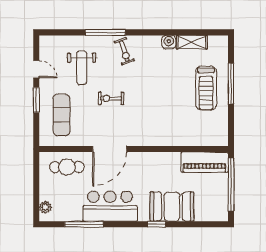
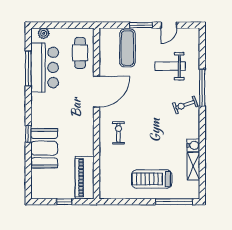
window: (231, 84) -> (174, 202), moved
exercise bike: (111, 98) -> (119, 133), moved
exercise mat: (61, 115) -> (127, 48), turned 90
door: (110, 149) -> (96, 92), swing flipped
window: (231, 185) -> (64, 202), width x0.32
bar counter: (110, 206) -> (45, 67), moved

